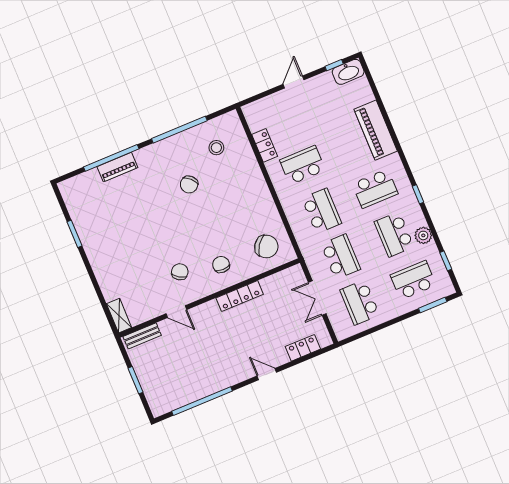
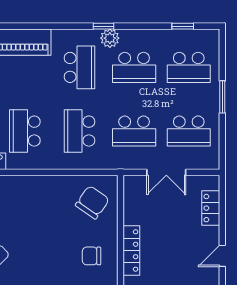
school desk: (322, 211) -> (79, 131), turned -90
plant: (423, 235) -> (110, 38), moved
school desk: (341, 257) -> (134, 131), turned 180
school desk: (413, 280) -> (189, 67), turned -90
window: (433, 305) -> (222, 97), moved

